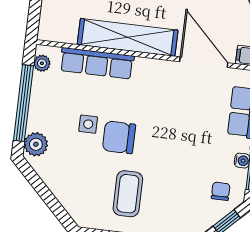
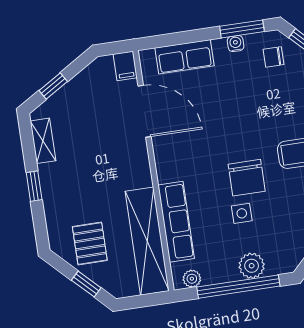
shelving: (128, 37) -> (147, 241), moved
door: (204, 62) -> (145, 111), swing flipped
plant: (36, 144) -> (252, 266), moved

